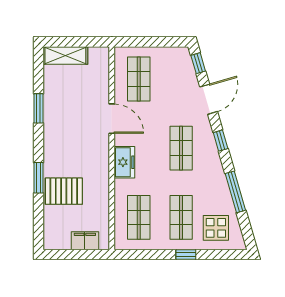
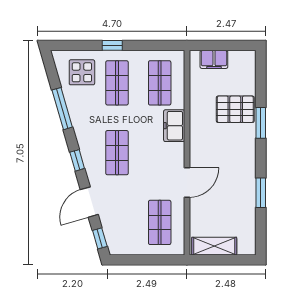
shelving: (65, 55) -> (214, 246), moved
door: (112, 119) -> (187, 182), swing flipped
freezer: (124, 162) -> (174, 126), moved

